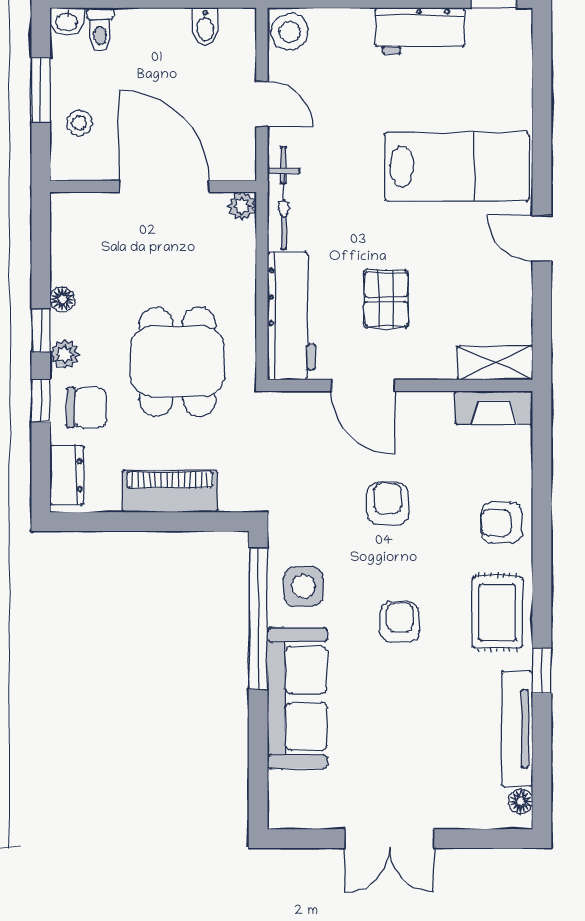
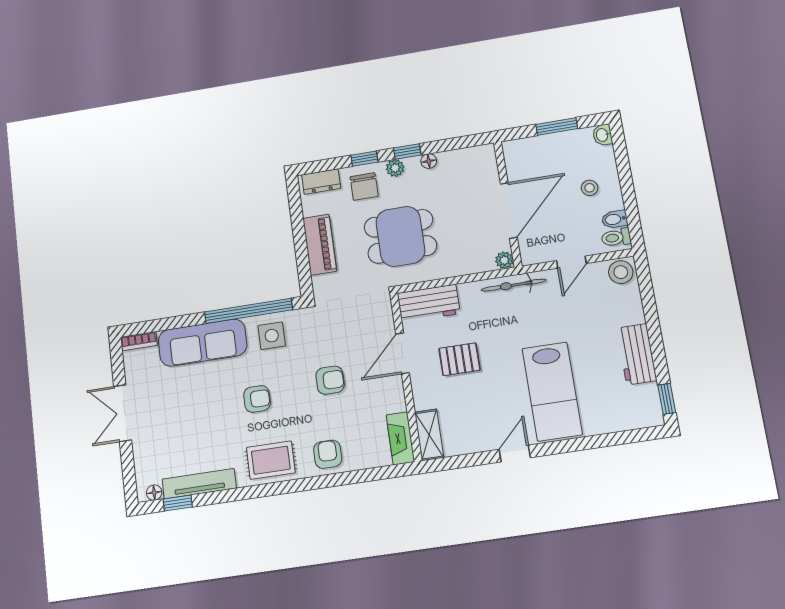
toilet: (100, 29) -> (616, 238), moved
stool: (79, 123) -> (590, 188), moved
workbench: (291, 316) -> (429, 303), width x0.73
window: (542, 671) -> (178, 503), moved
bookcase: (279, 800) -> (139, 341), added

